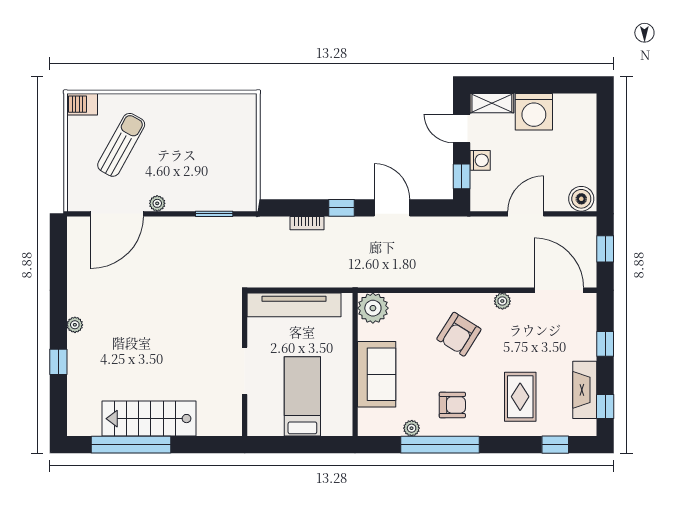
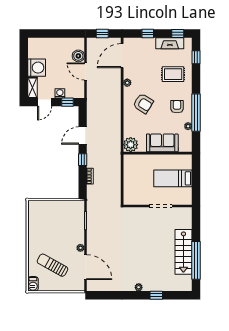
boiler: (581, 199) -> (78, 56), moved
tv unit: (294, 305) -> (129, 182), removed

